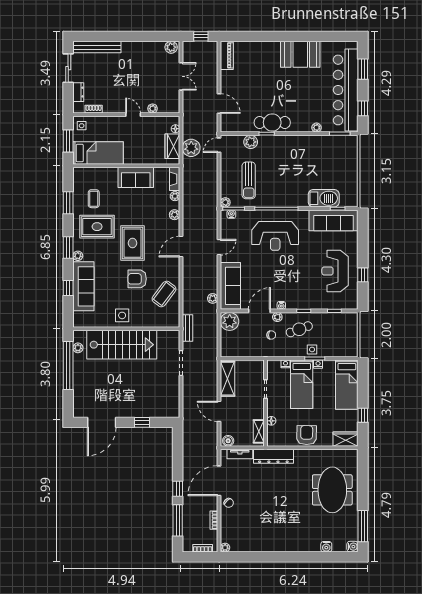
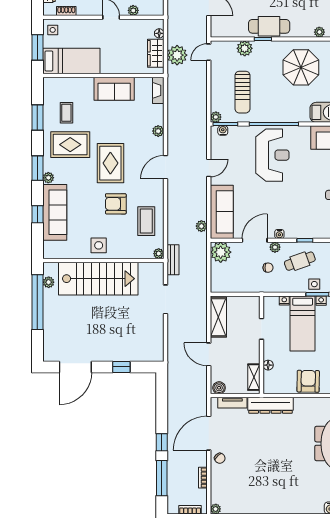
parasol: (300, 159) -> (301, 67), added
plant: (175, 196) -> (159, 254), moved
reception desk: (275, 236) -> (272, 155), turned -90
coffee table: (164, 294) -> (146, 221), turned -37

